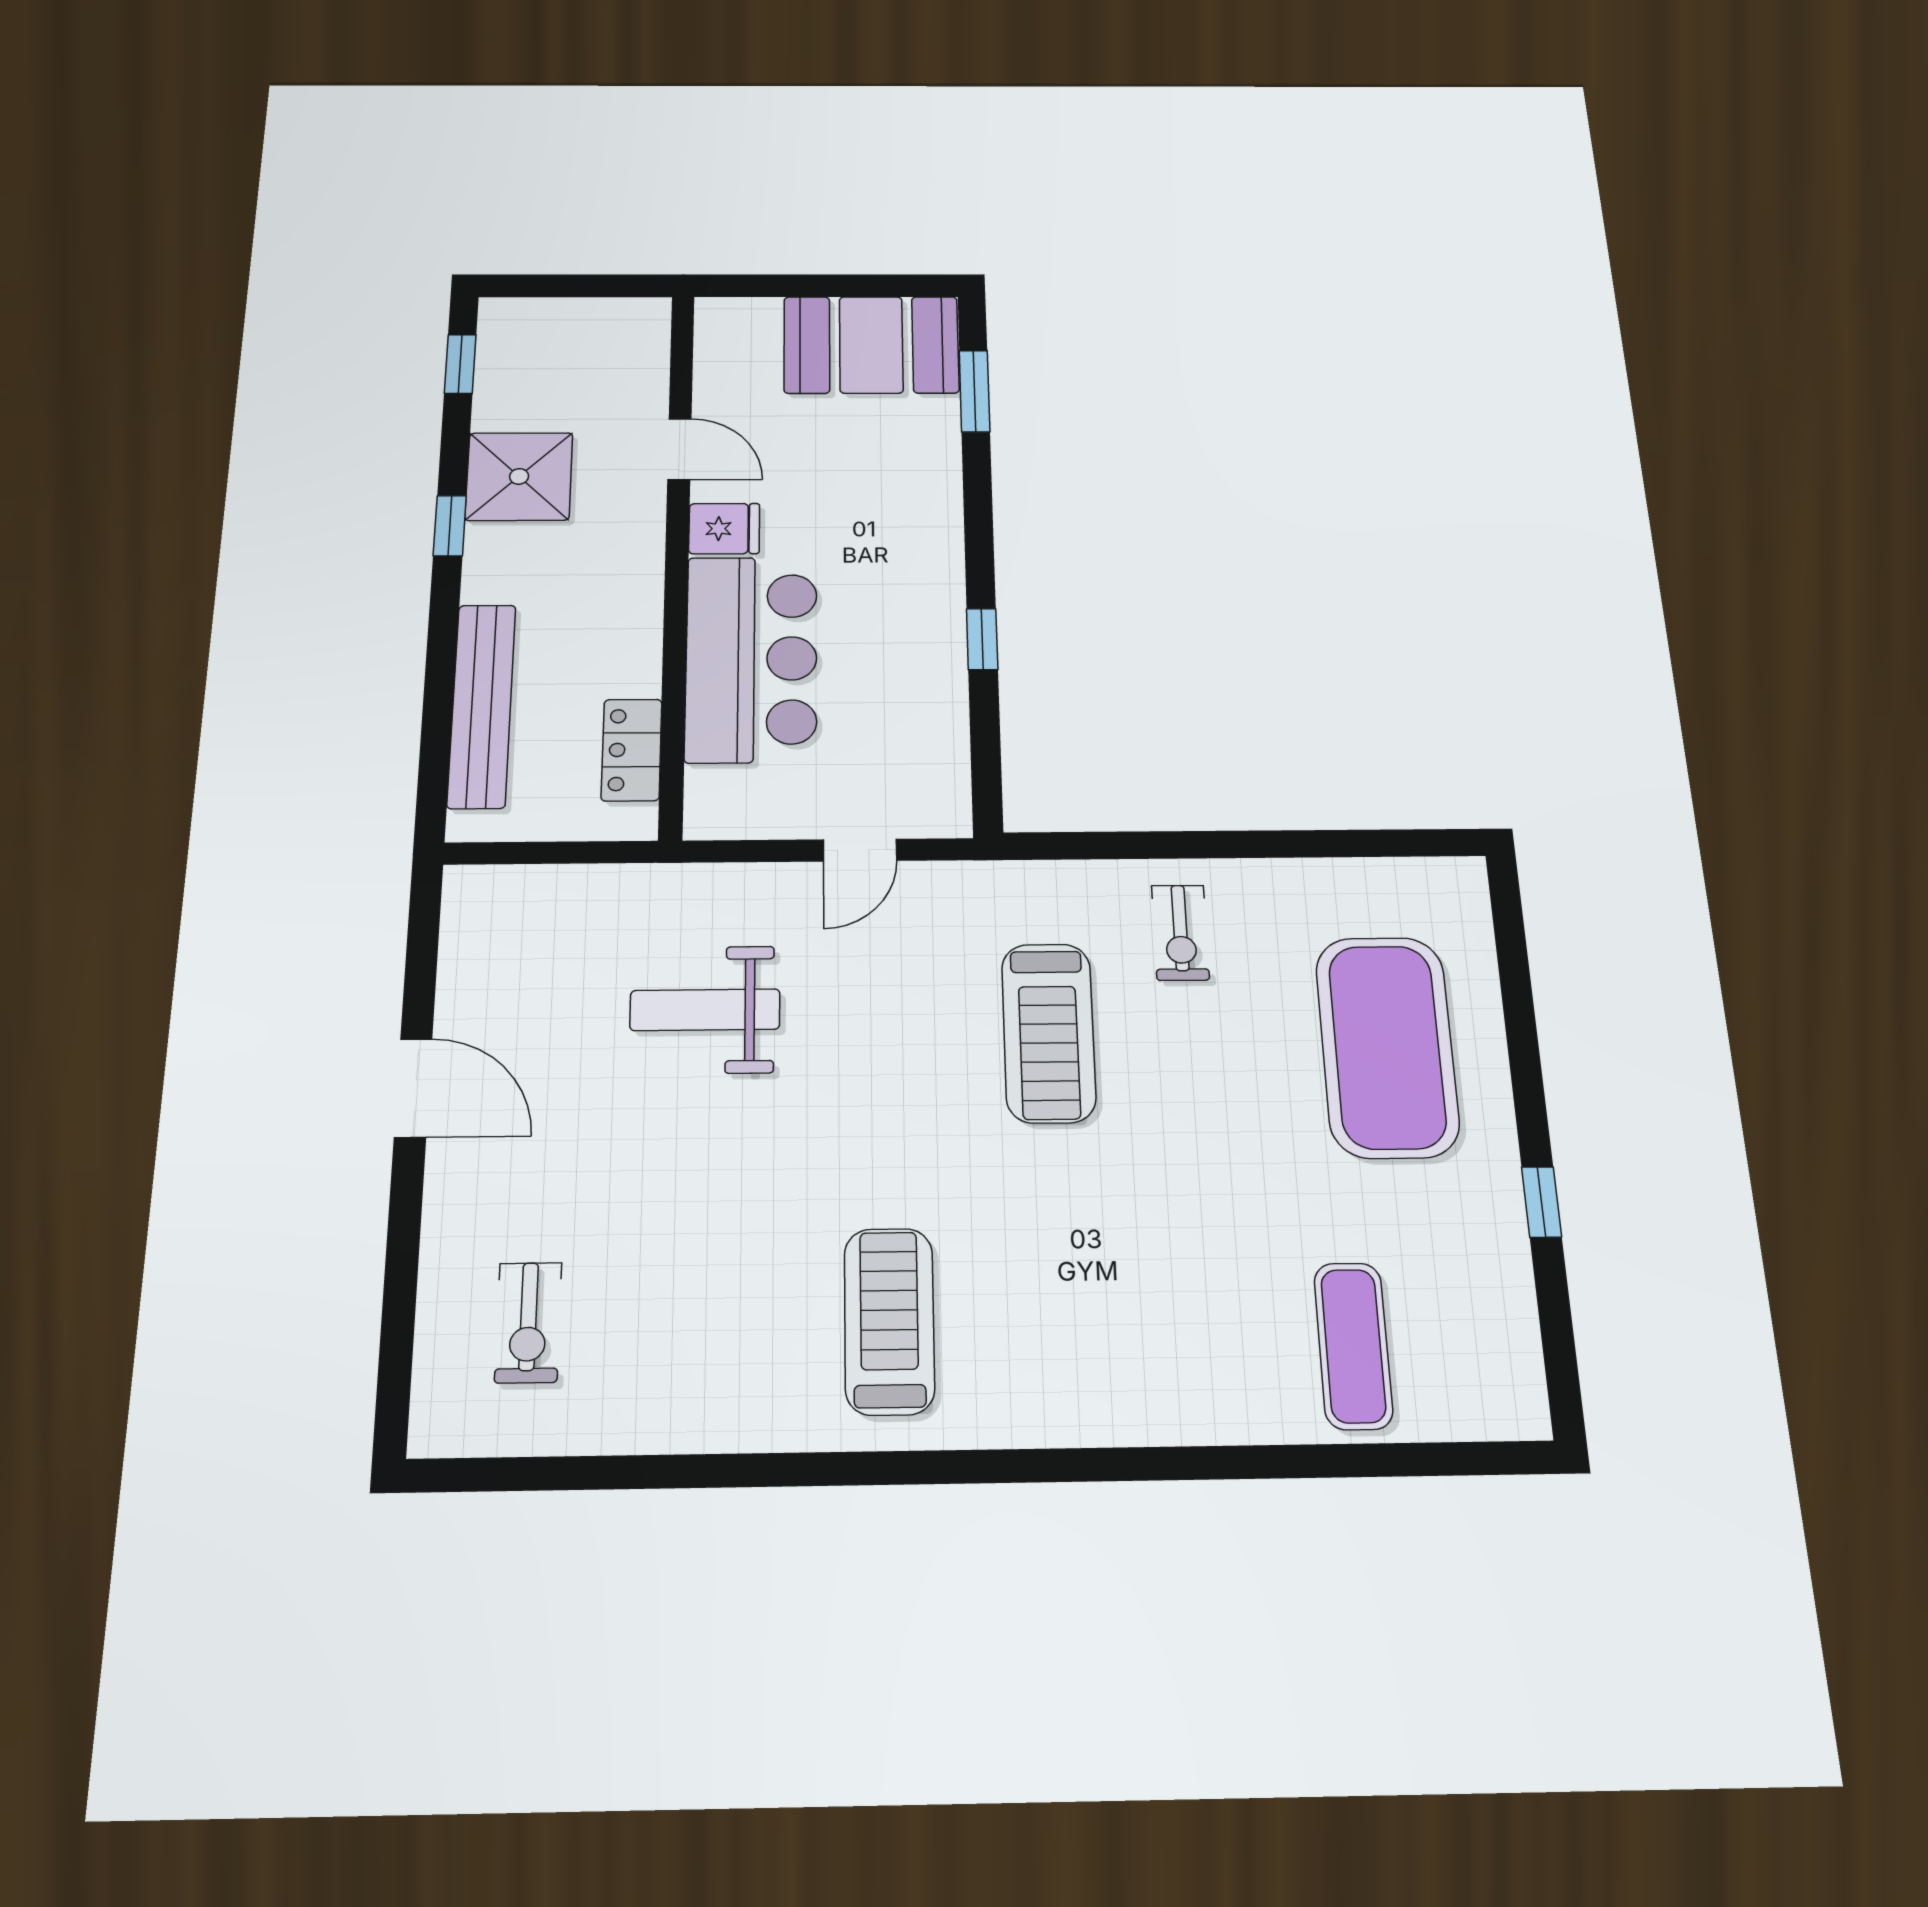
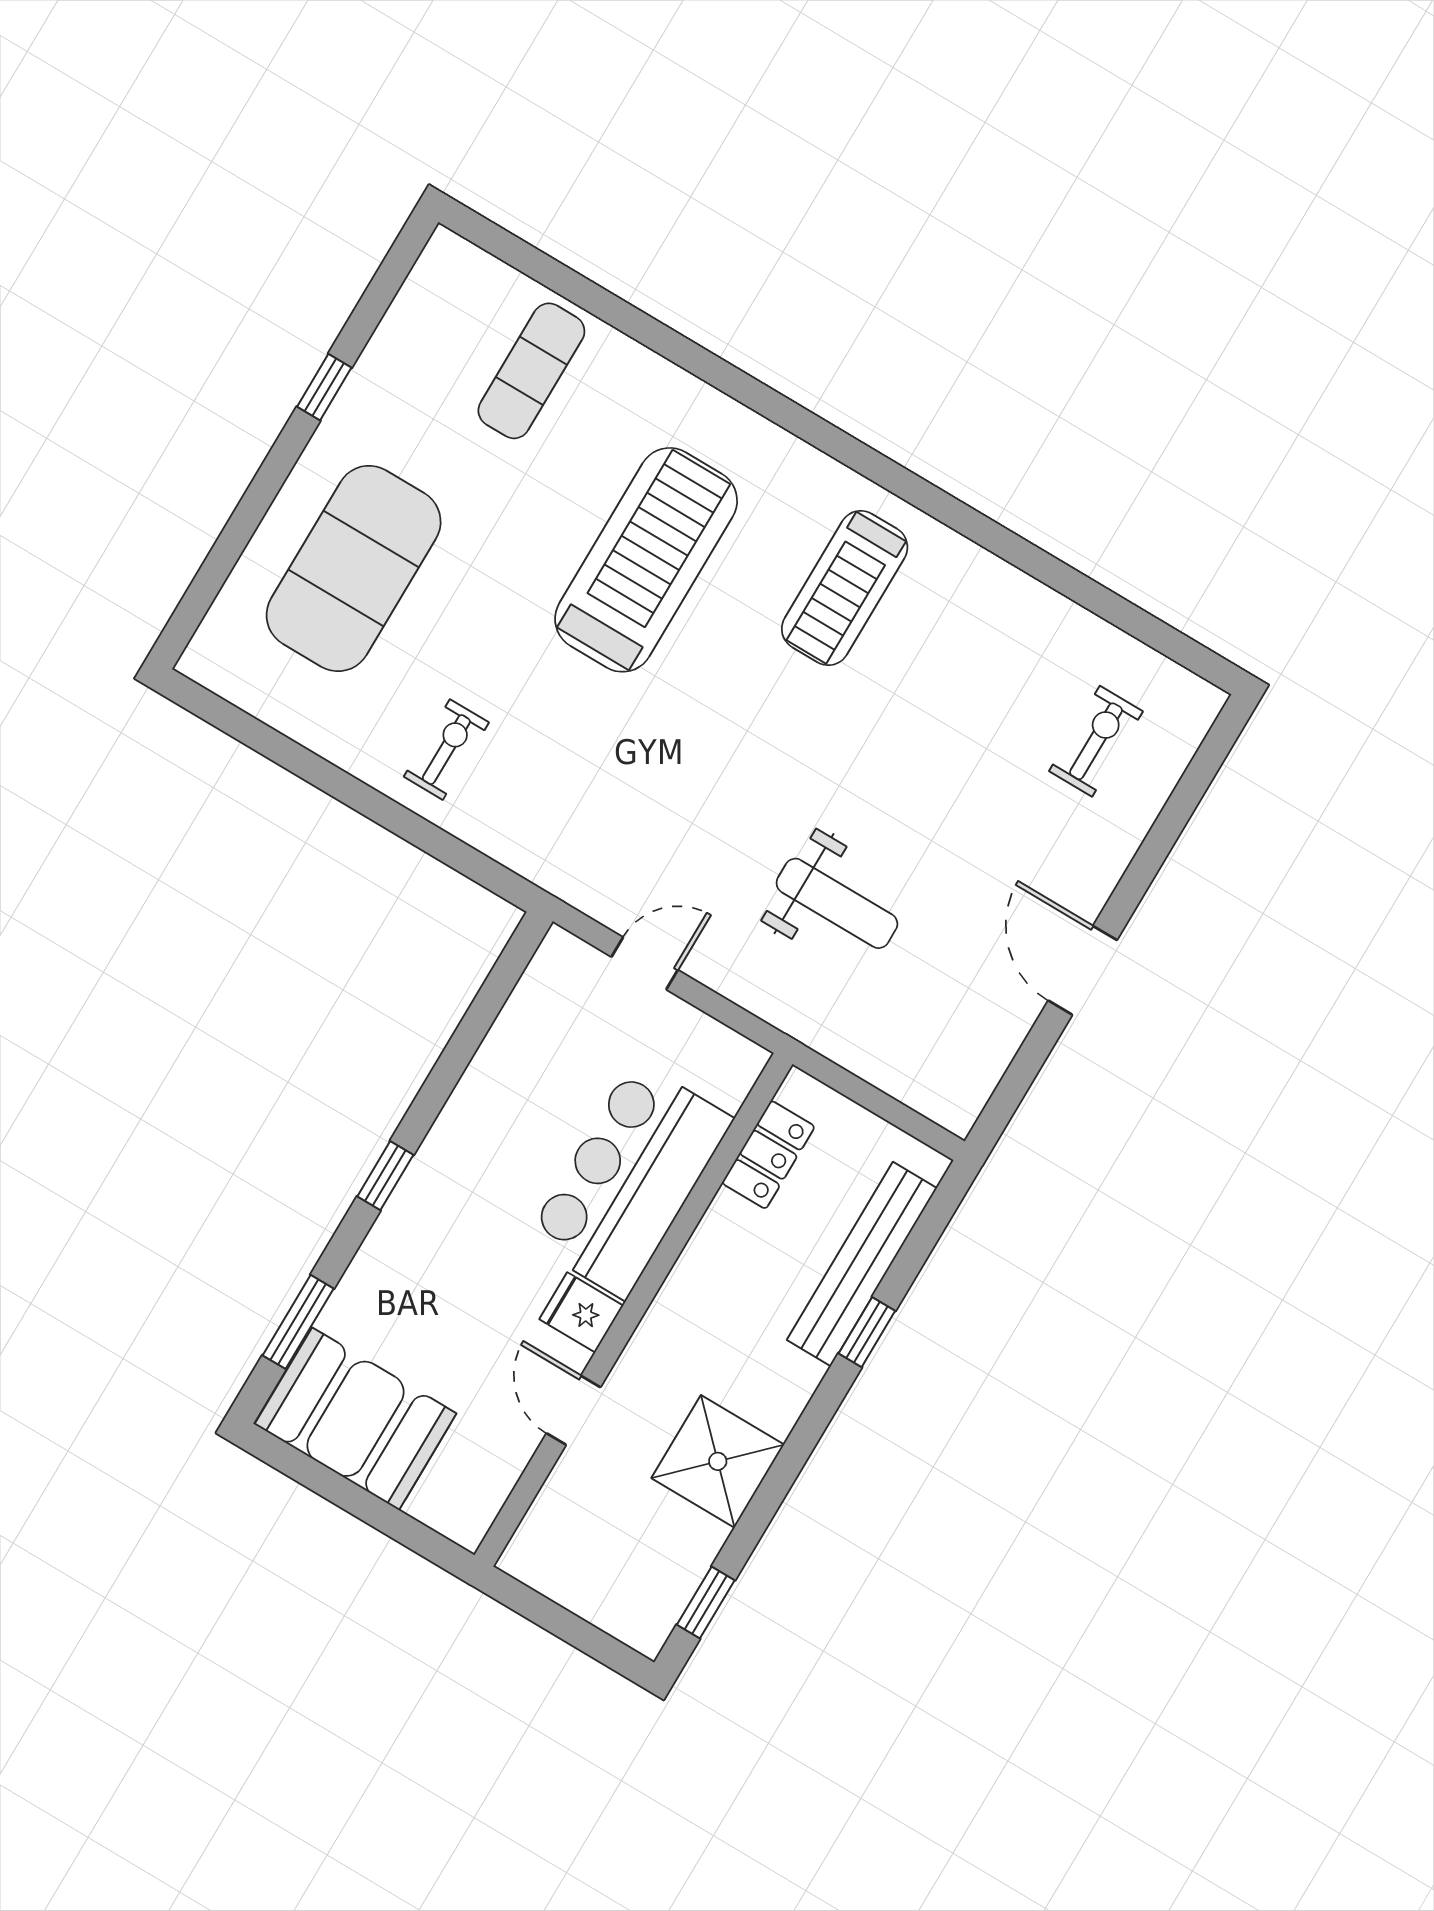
window: (450, 526) -> (867, 1332), moved
window: (982, 639) -> (385, 1176), moved
treadmill: (1049, 1033) -> (646, 560), moved, width x1.37, depth x1.38

